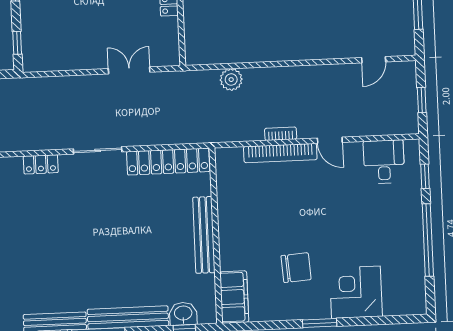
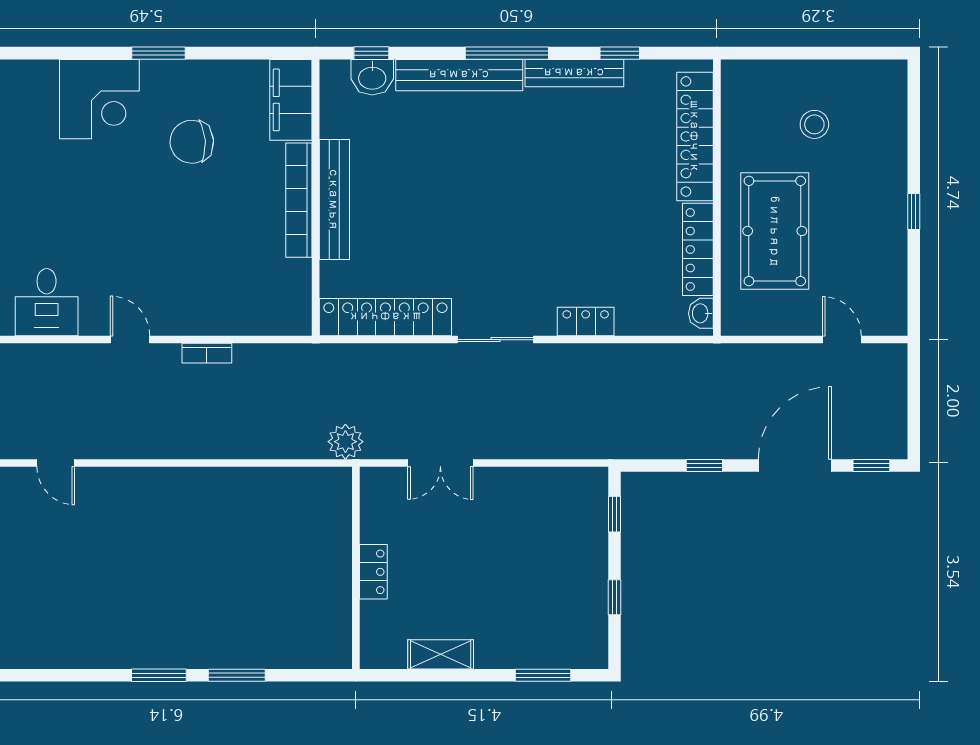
door: (374, 60) -> (56, 463), swing flipped
plant: (231, 80) -> (345, 442), moved
bookcase: (280, 153) -> (299, 200), moved, turned -90

